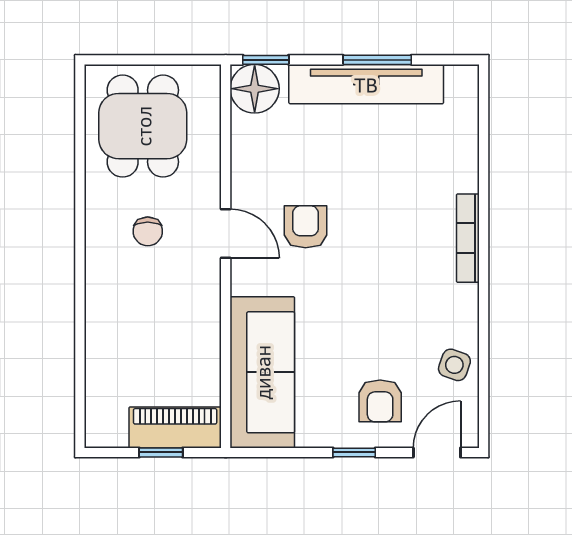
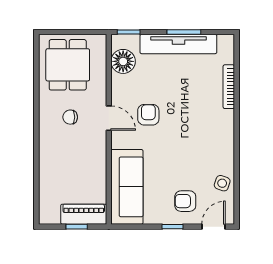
floor lamp: (255, 89) -> (123, 61), moved
chair: (148, 231) -> (70, 117), turned 90
bookcase: (468, 238) -> (229, 87), moved
armchair: (380, 401) -> (185, 201), turned 90

